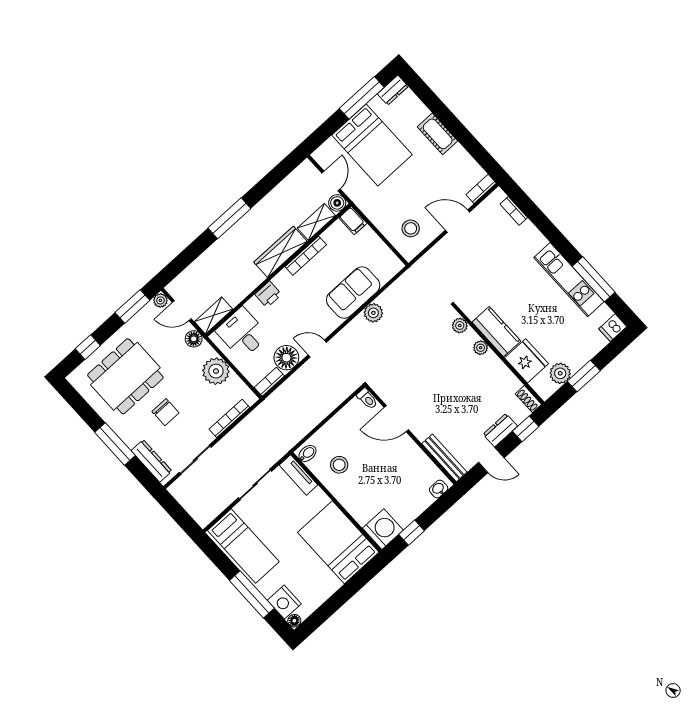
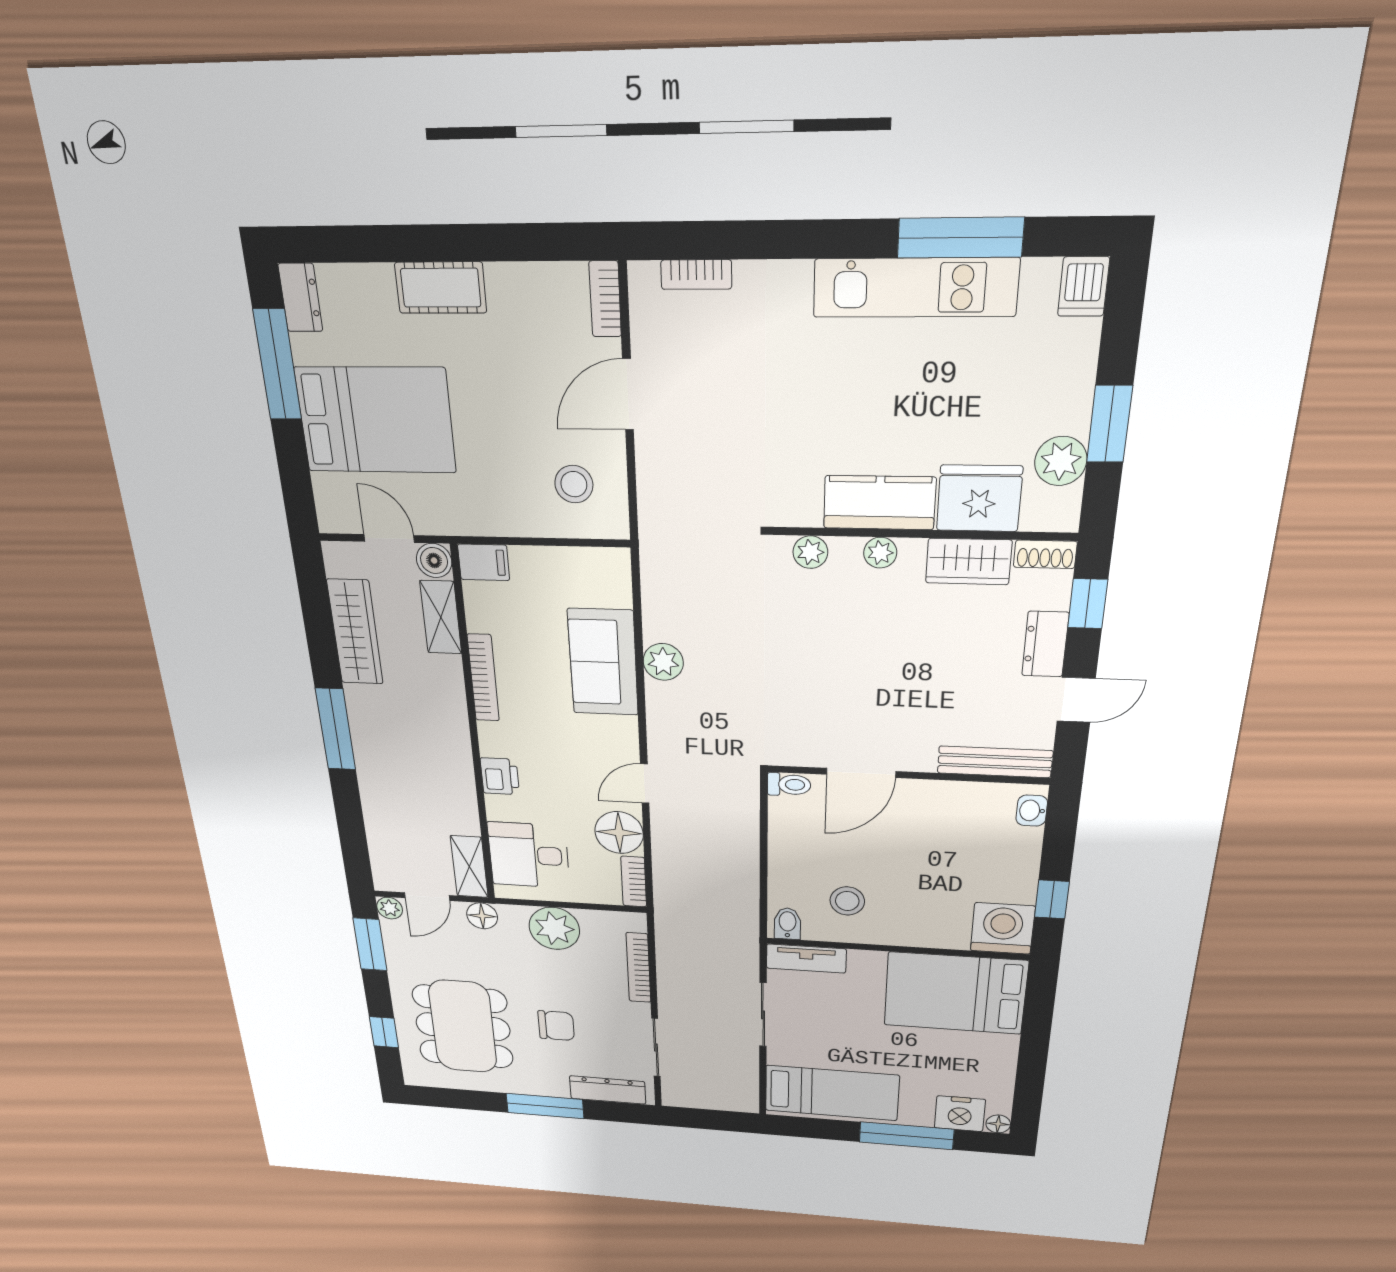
wardrobe: (280, 252) -> (355, 632), moved, turned 180
wardrobe: (504, 378) -> (969, 562), added

